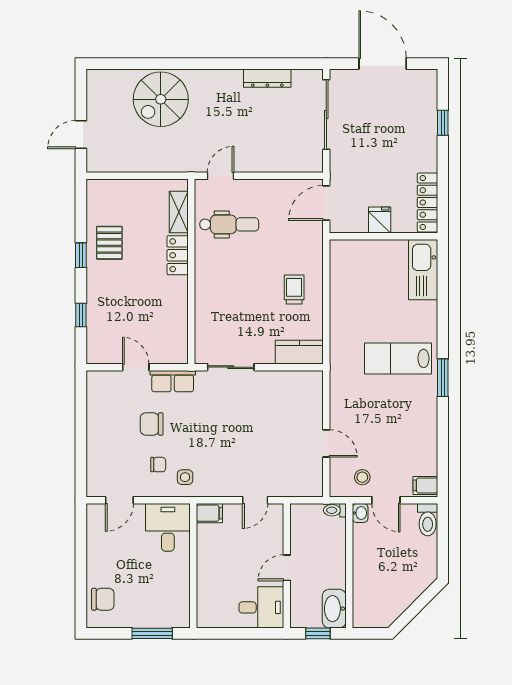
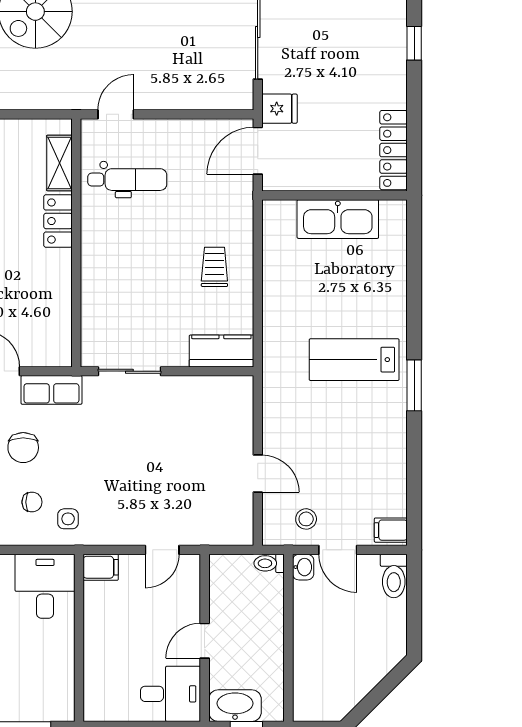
fridge: (380, 220) -> (279, 109), moved, turned 90
kitchen sink: (423, 270) -> (338, 219), moved, turned -90
chair: (152, 424) -> (23, 448), turned -90
washbasin: (334, 609) -> (235, 706), moved, turned 90

